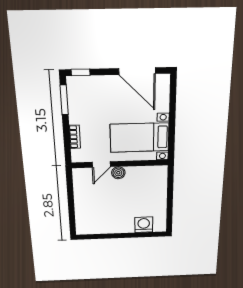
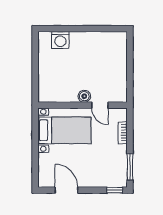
door: (137, 71) -> (66, 190), width x0.73
door: (101, 164) -> (100, 105), swing flipped

